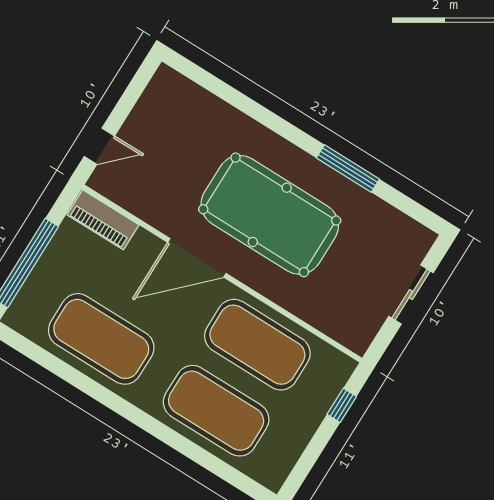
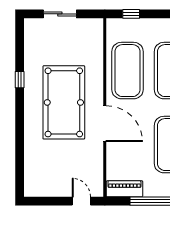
window: (348, 168) -> (20, 80), width x0.46
piano: (103, 220) -> (124, 189), moved, turned -90

